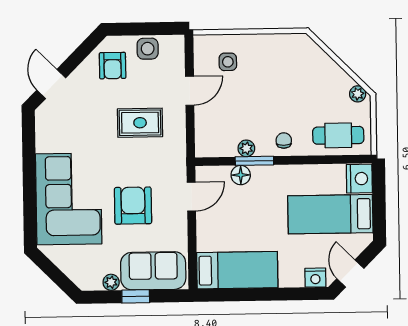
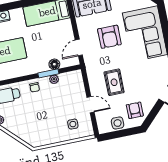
door: (190, 91) -> (91, 105), swing flipped
rug: (140, 123) -> (114, 82), turned 90

